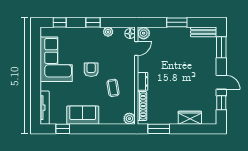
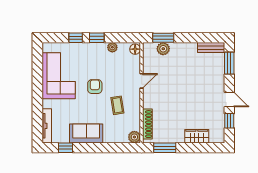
window: (60, 22) -> (76, 38), moved
window: (177, 22) -> (163, 38), moved
plant: (144, 33) -> (163, 49), moved
door: (136, 48) -> (142, 81), moved
dresser: (143, 81) -> (148, 99), removed

